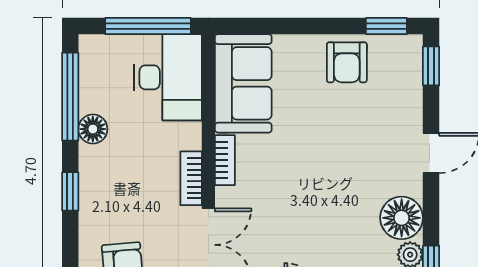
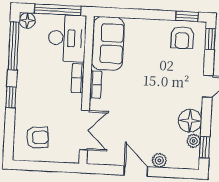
armchair: (347, 62) -> (182, 38), moved
floor lamp: (93, 129) -> (27, 21), moved
bookcase: (191, 178) -> (78, 78), moved

